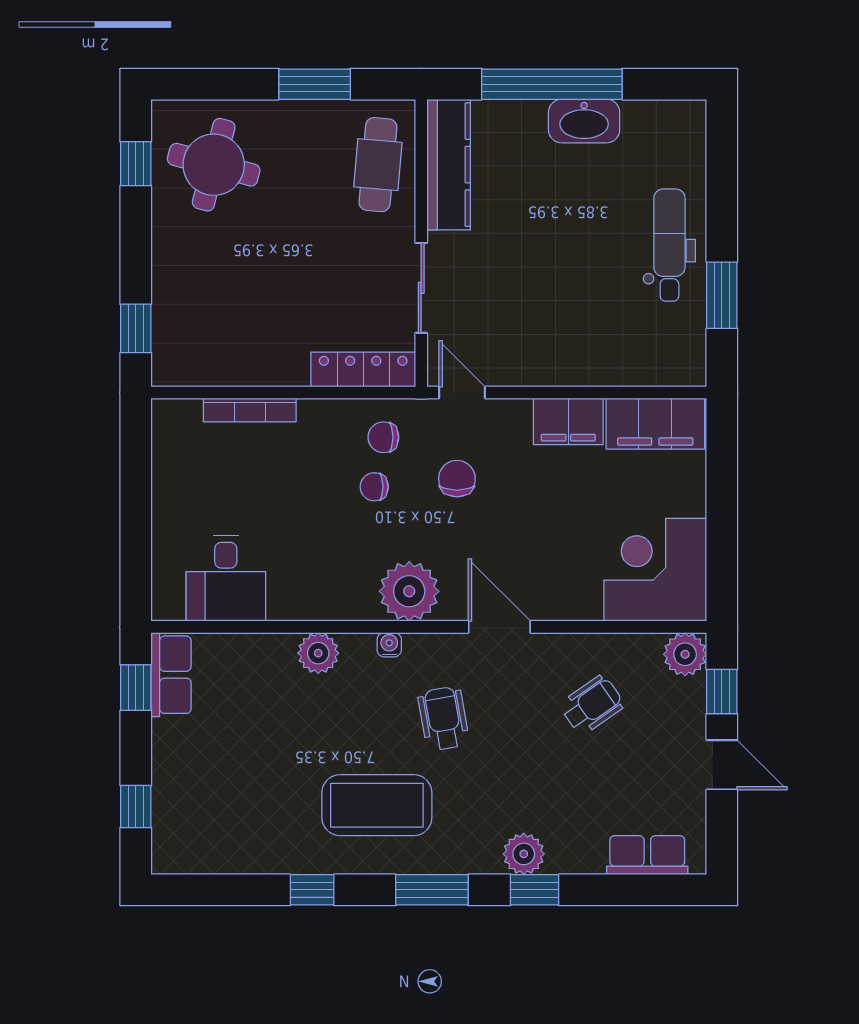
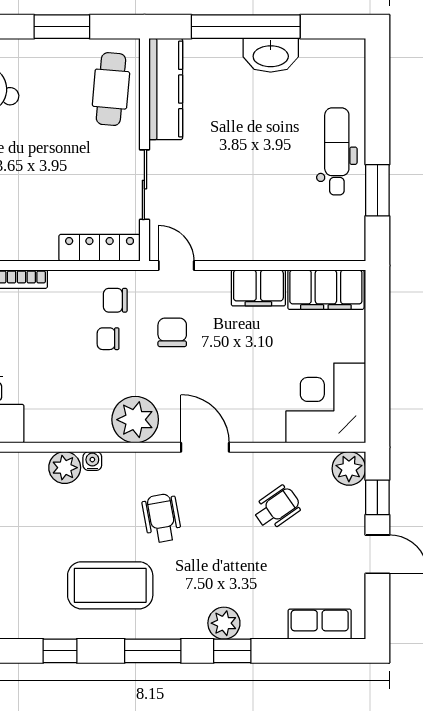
water cooler: (389, 645) -> (92, 461), moved

